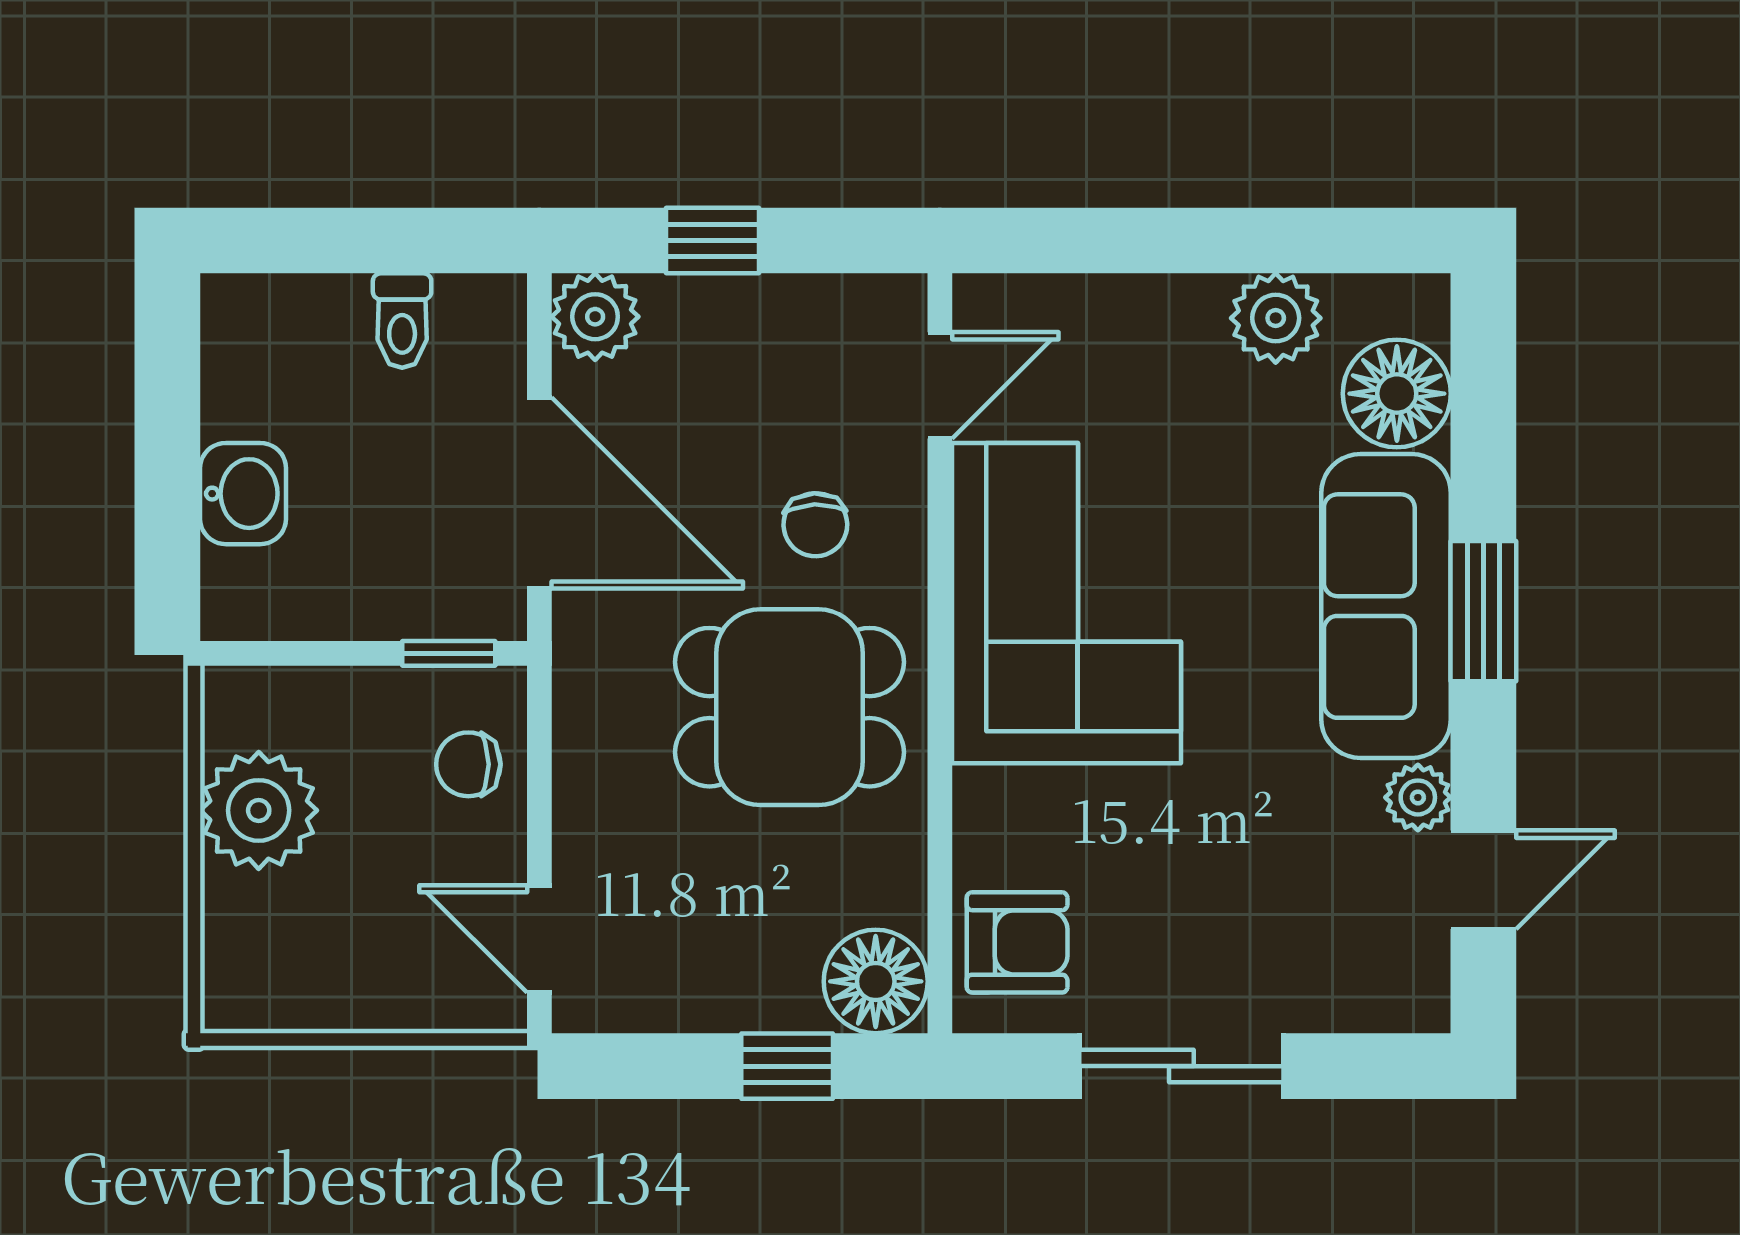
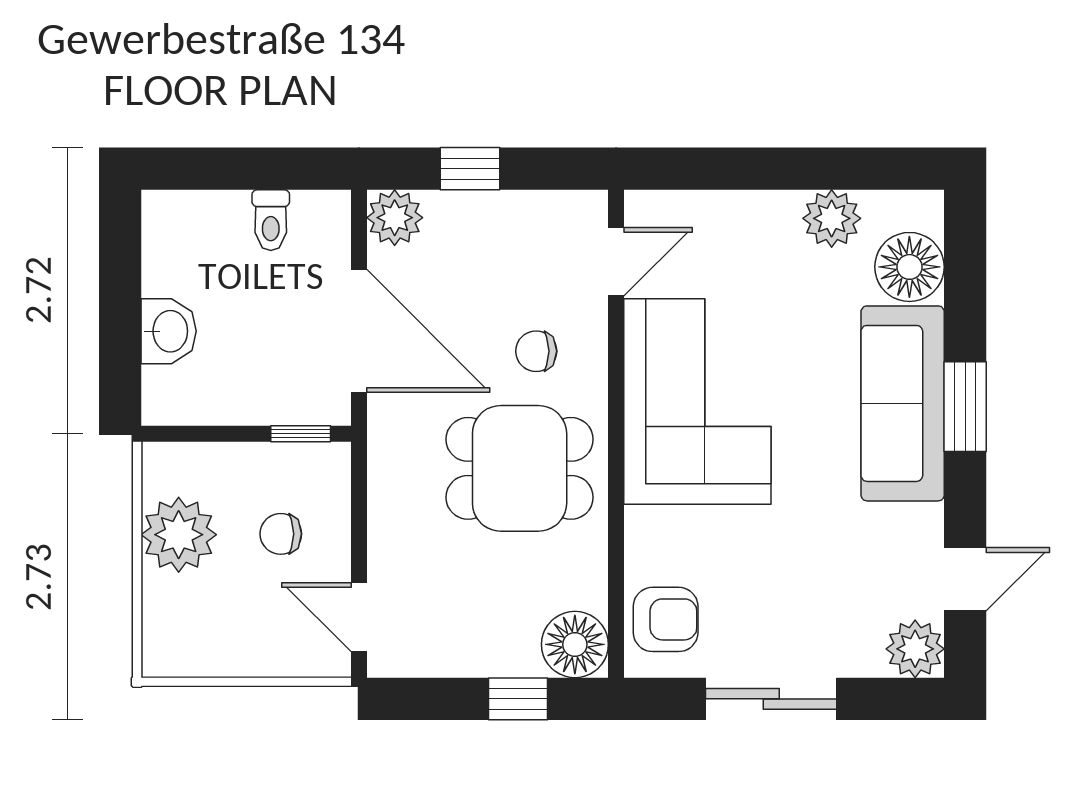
chair: (815, 525) -> (536, 351), turned 92
chair: (468, 764) -> (281, 534), moved
plant: (1418, 797) -> (915, 649), moved, width x1.38, depth x1.38

